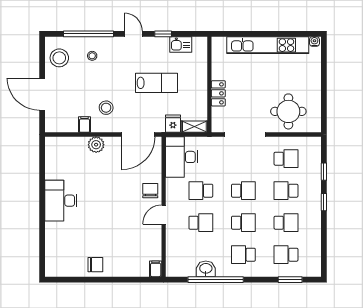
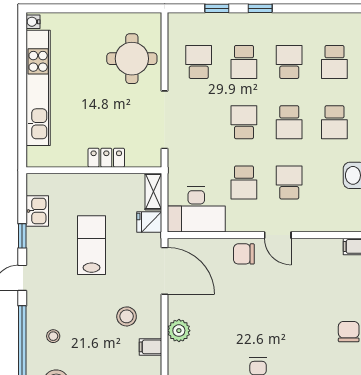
school desk: (243, 223) -> (289, 122), turned 180

